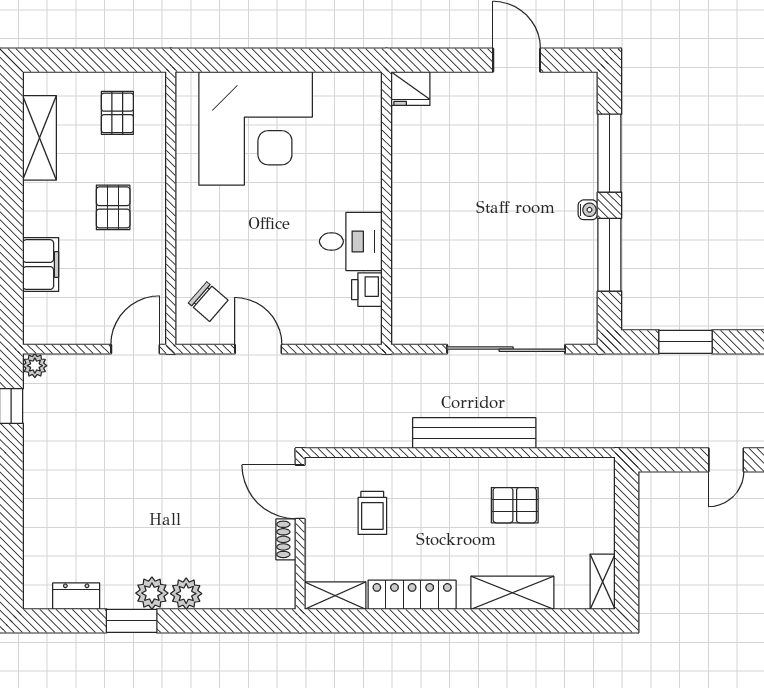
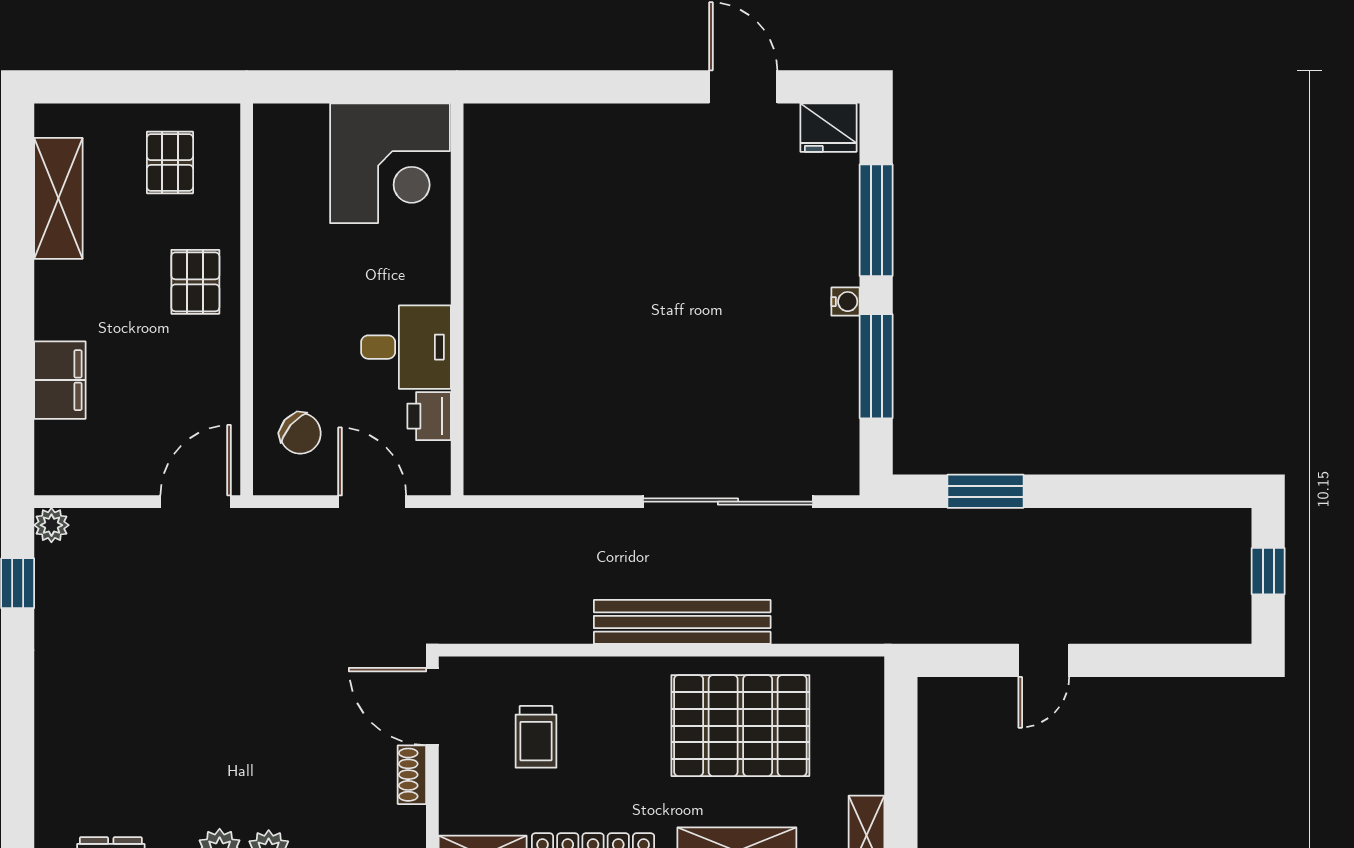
fridge: (410, 89) -> (828, 128), moved
corner desk: (256, 128) -> (390, 163), width x0.74, depth x0.74
pallet: (113, 207) -> (195, 282), moved
wall: (386, 208) -> (457, 299), moved
desk: (351, 242) -> (406, 347), moved
printer: (367, 290) -> (429, 416), moved
pallet: (515, 505) -> (740, 726), width x2.05, depth x2.00

